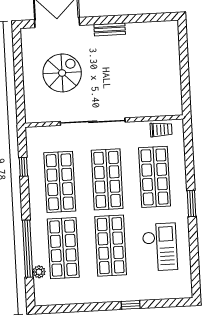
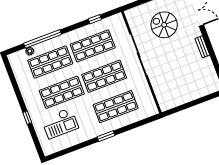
spiral stairs: (62, 73) -> (164, 25), turned 180
trolley: (161, 130) -> (148, 101), removed
checkout: (160, 247) -> (60, 123), moved

